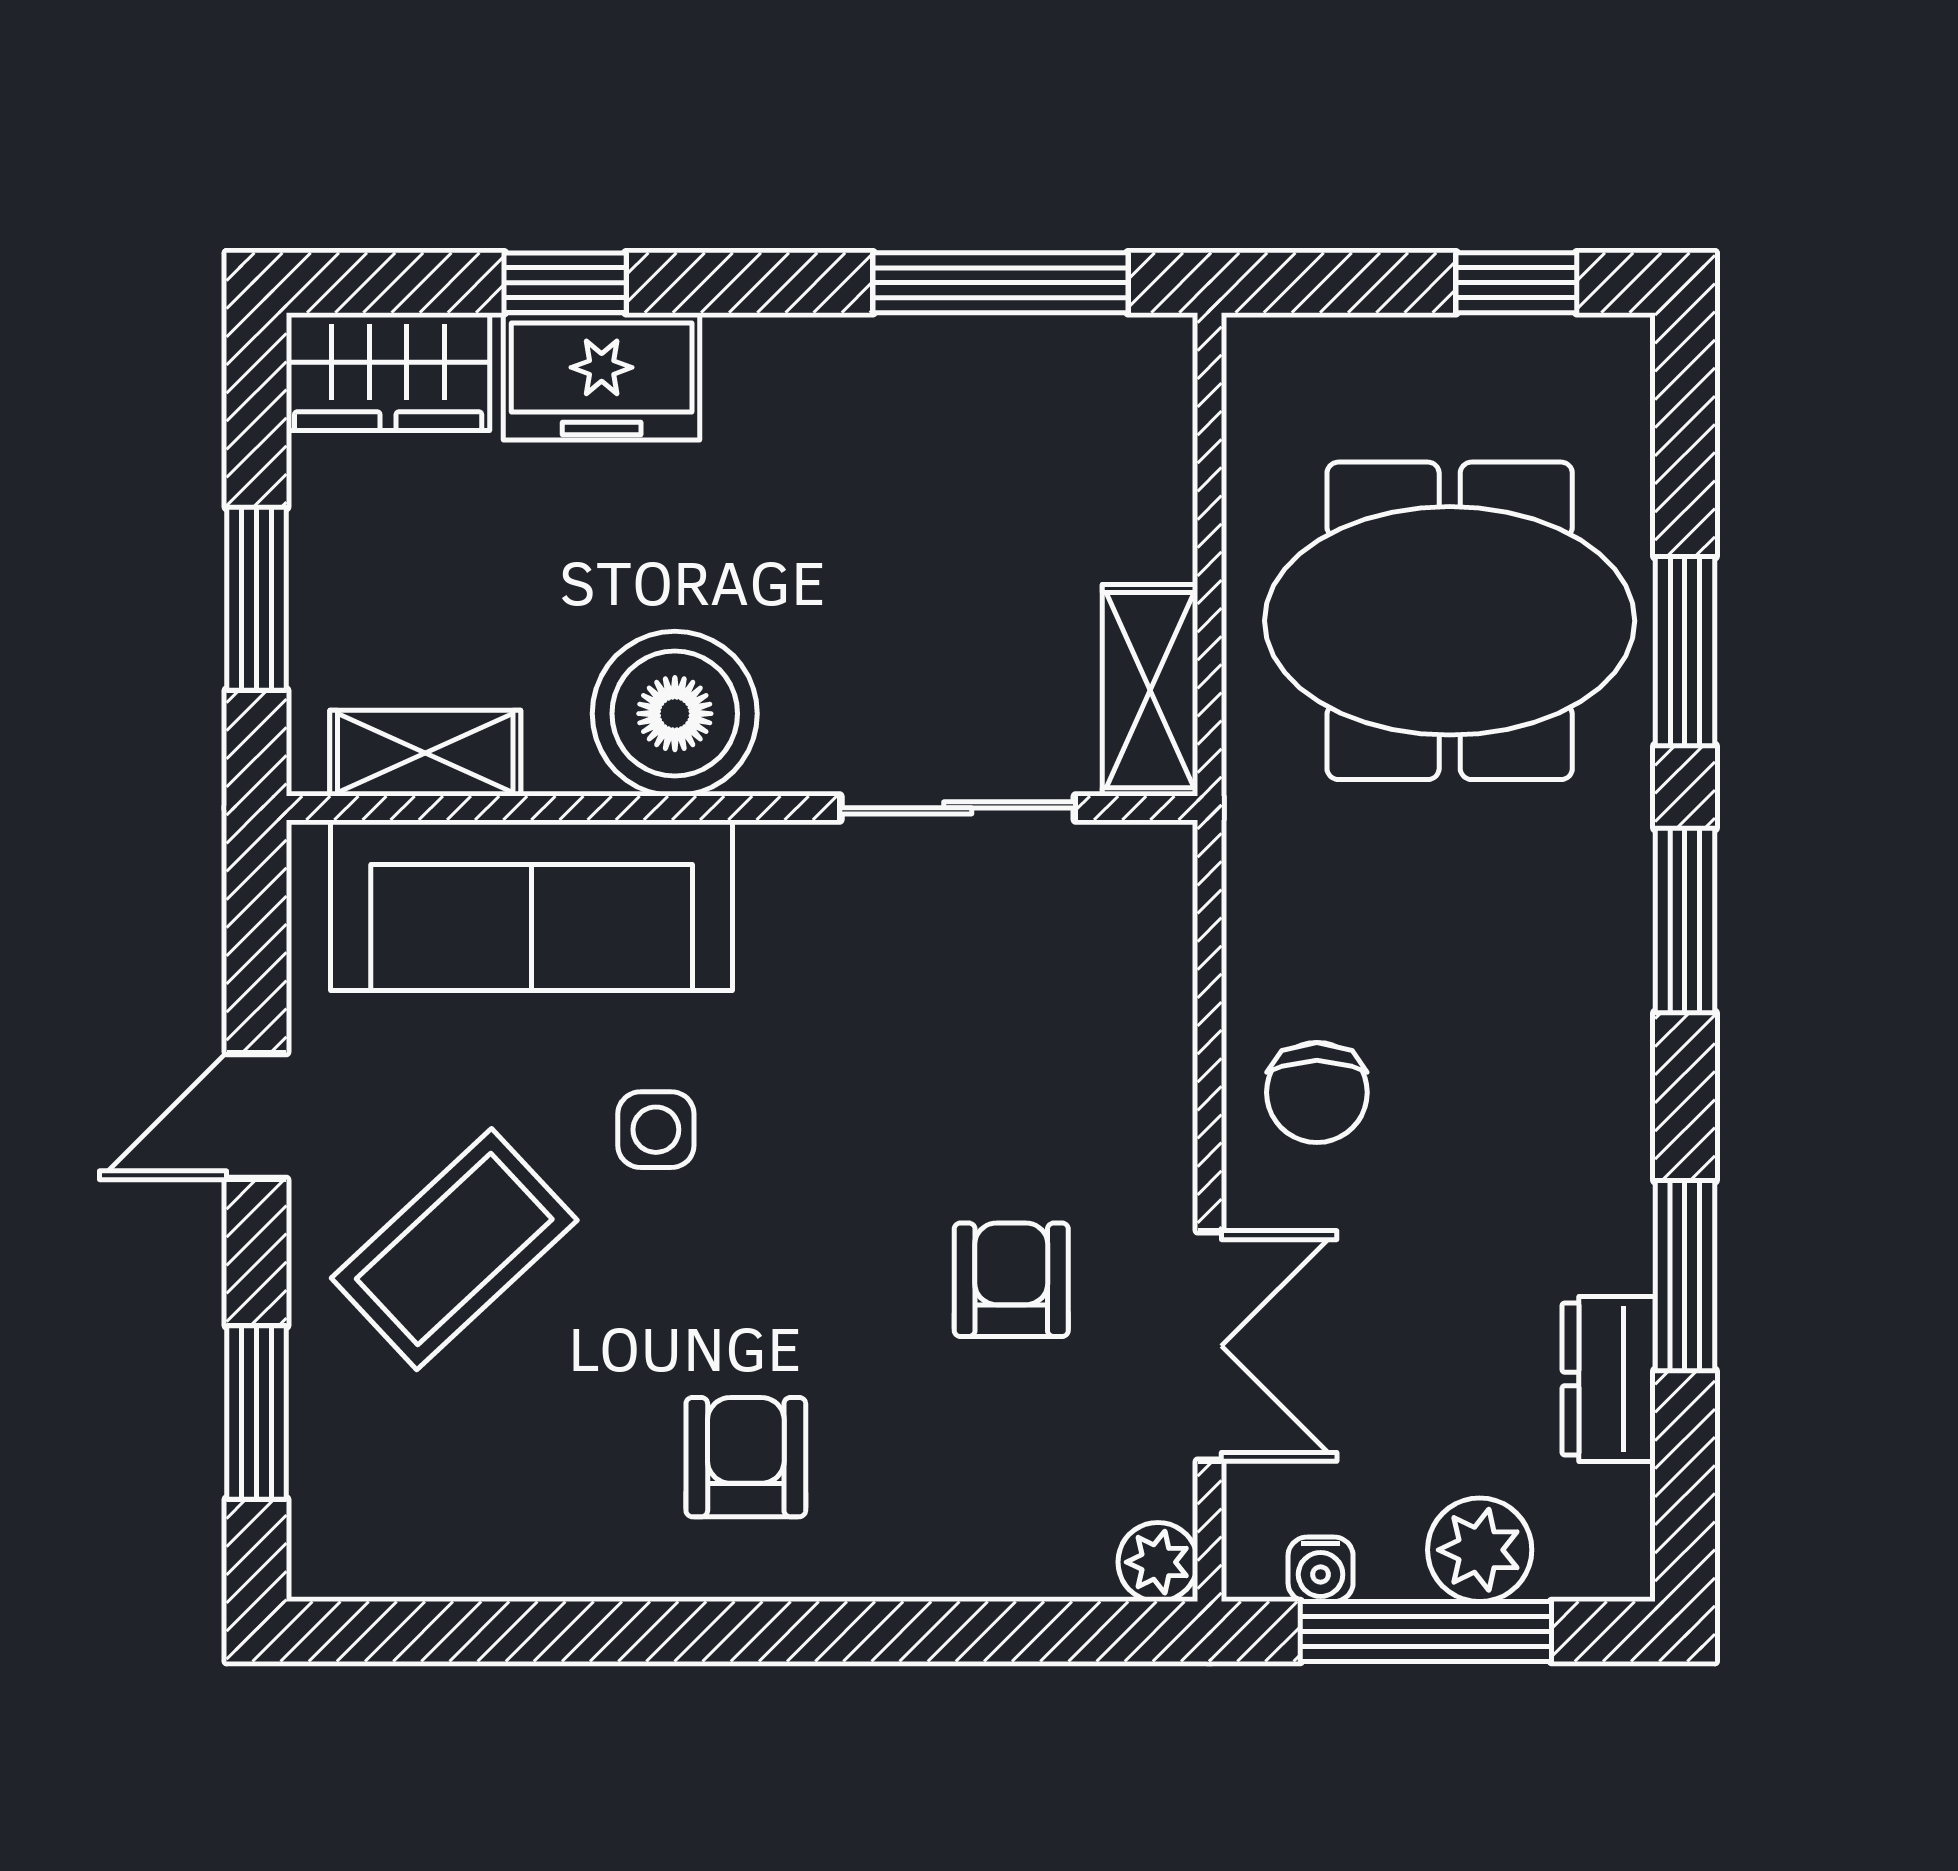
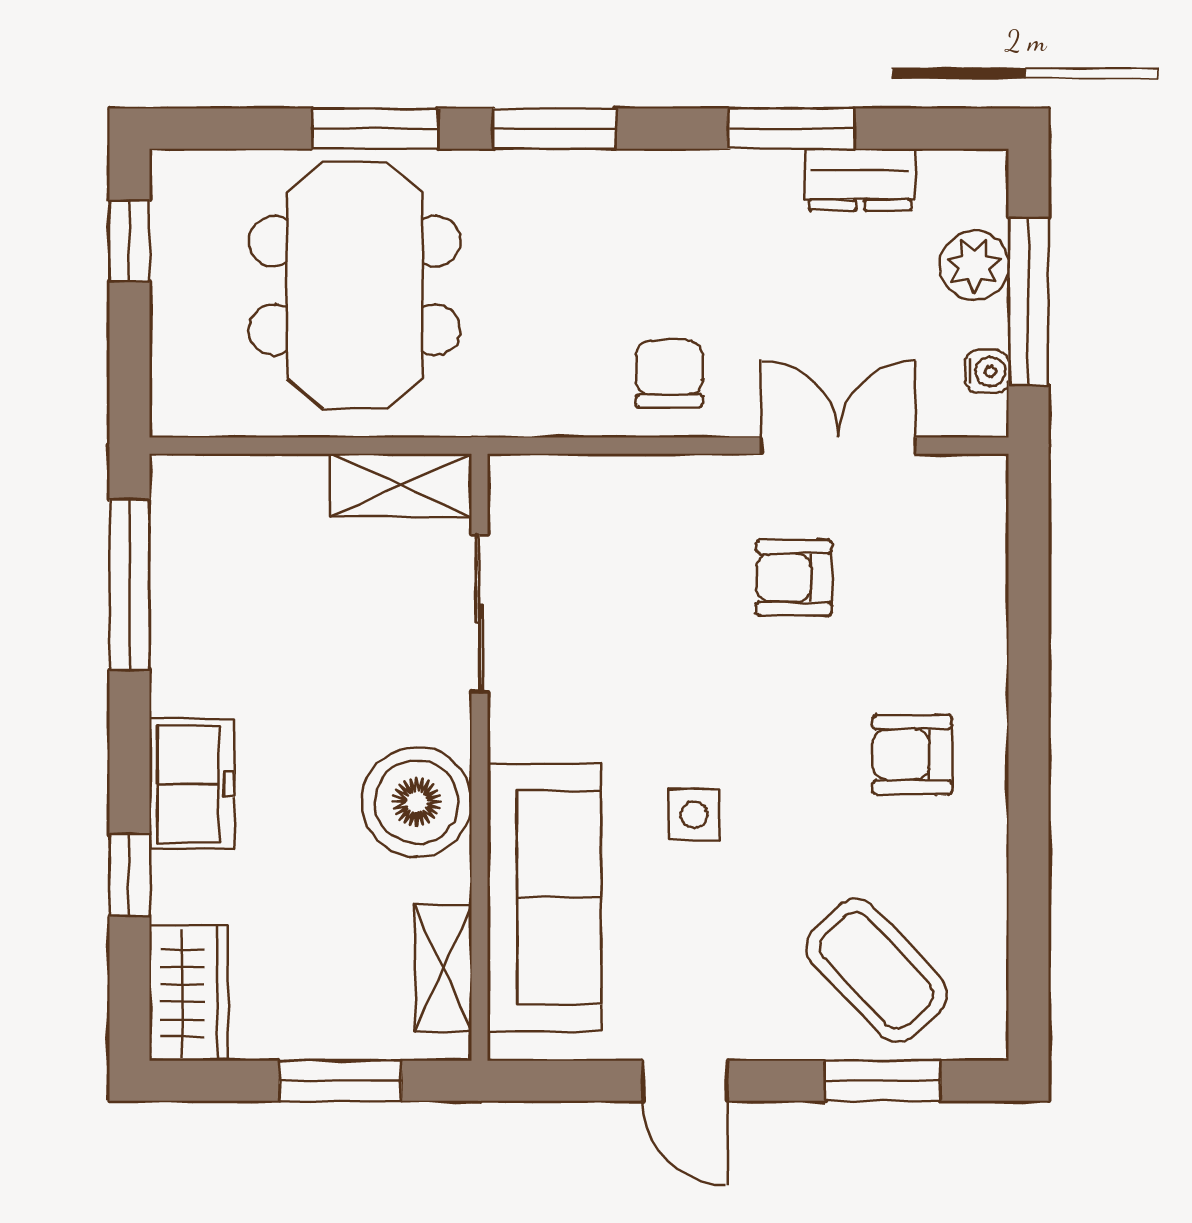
freezer: (602, 376) -> (192, 784), moved
chair: (1317, 1092) -> (669, 374), turned -90
coffee table: (454, 1249) -> (876, 970), moved
plant: (1158, 1562) -> (982, 480), removed

